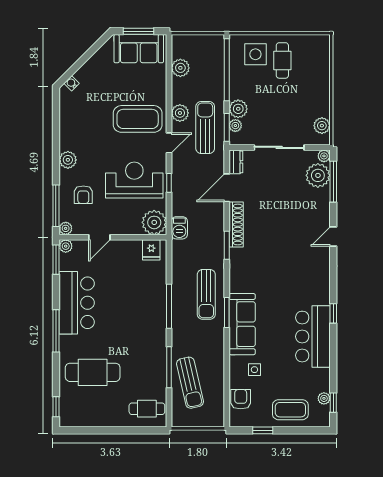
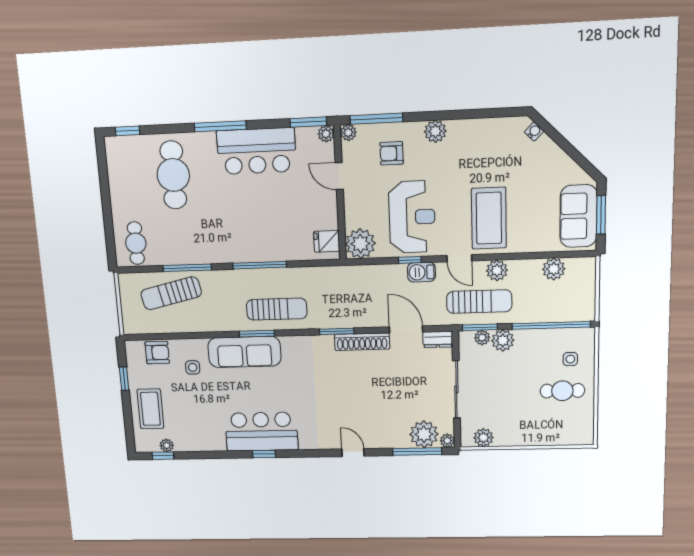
side table: (255, 54) -> (570, 359), width x0.54, depth x0.54
barbecue: (179, 228) -> (421, 272), moved
sun lounger: (206, 294) -> (277, 309), turned 180
bar counter: (313, 337) -> (261, 432), moved

